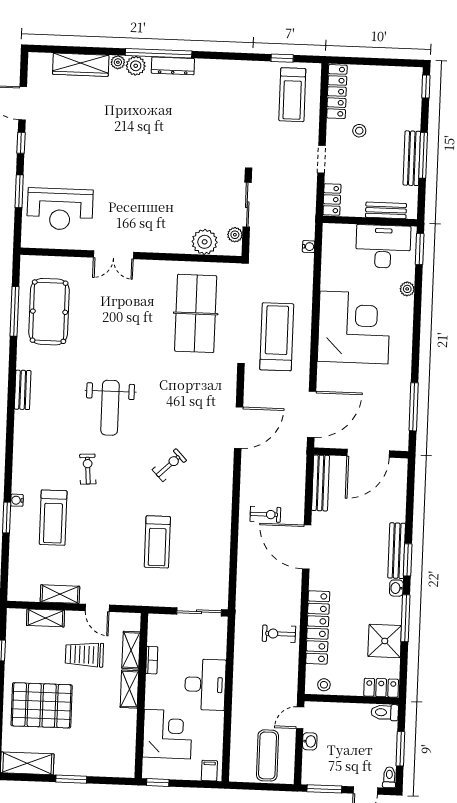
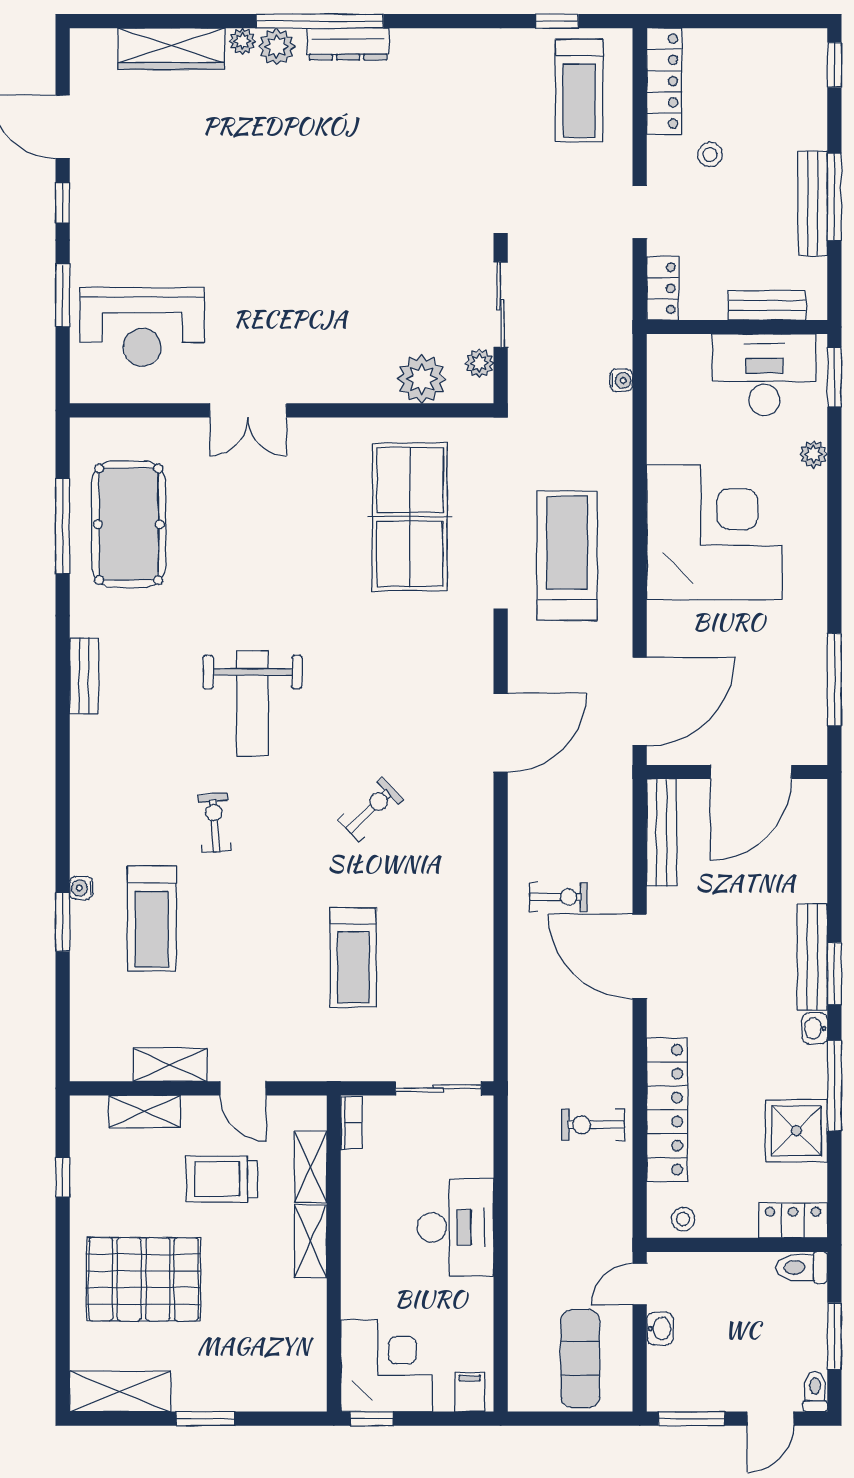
bookcase: (152, 660) -> (351, 1123), moved
corner desk: (167, 734) -> (387, 1366), moved

